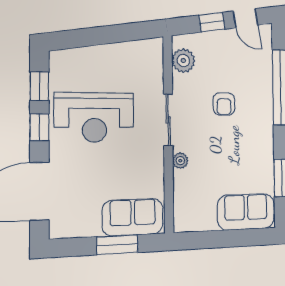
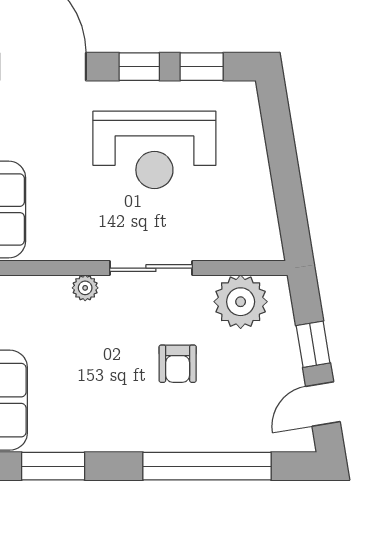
plant: (183, 61) -> (241, 302), width x1.36, depth x1.36
armchair: (224, 104) -> (178, 364), turned -90
reception desk: (94, 117) -> (154, 150), turned -90

